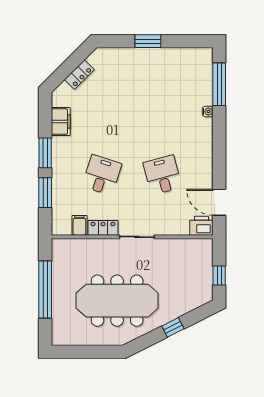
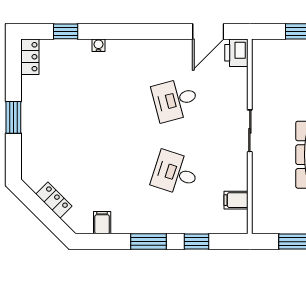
window: (219, 84) -> (66, 31), width x0.46
filing cabinet: (61, 121) -> (102, 223), width x0.50
window: (45, 193) -> (197, 242), width x0.67
locker: (103, 228) -> (30, 57), moved, turned 180

